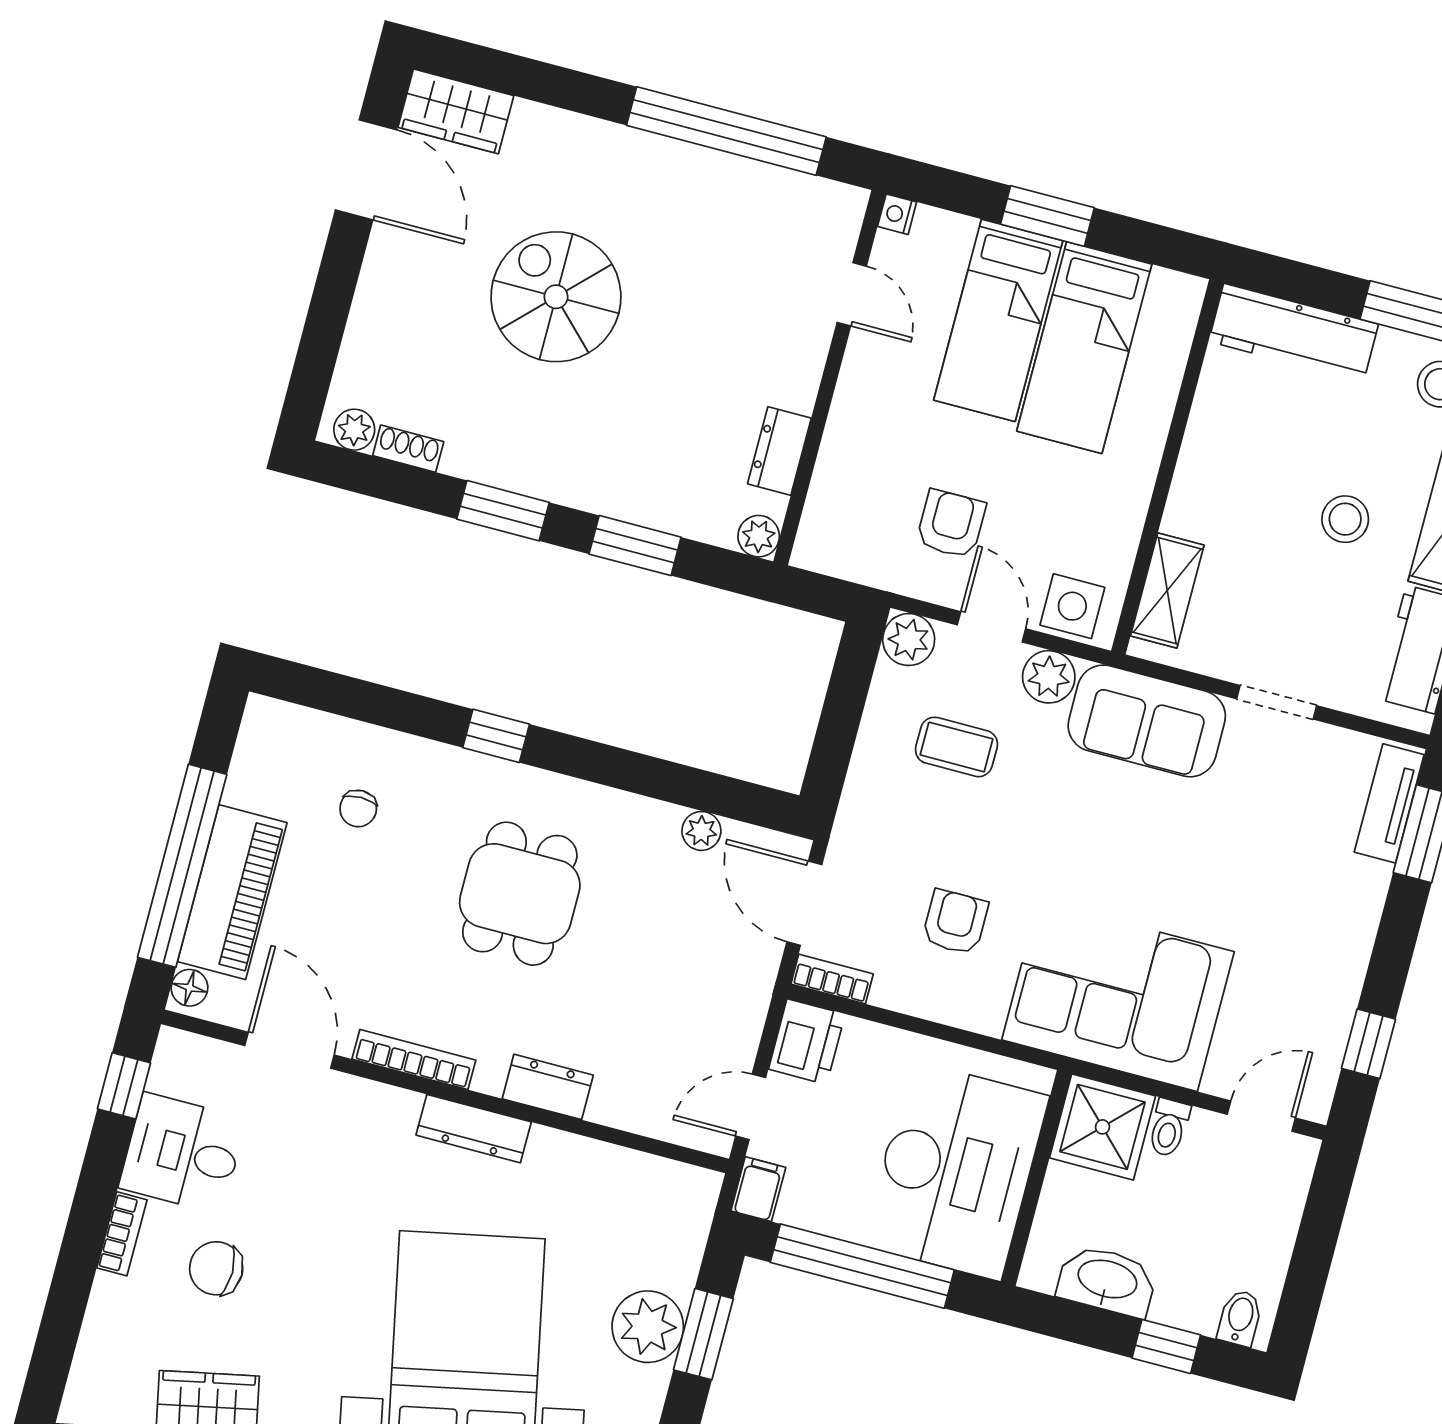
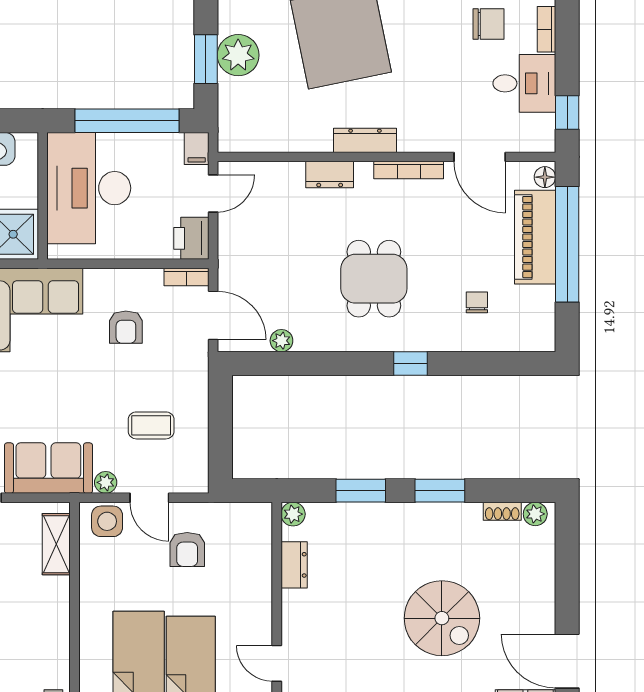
plant: (909, 640) -> (194, 478), removed
plant: (1049, 677) -> (106, 482), width x0.73, depth x0.73

